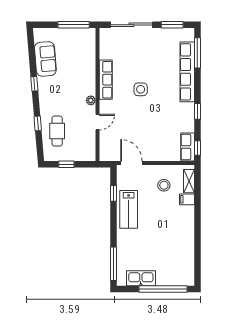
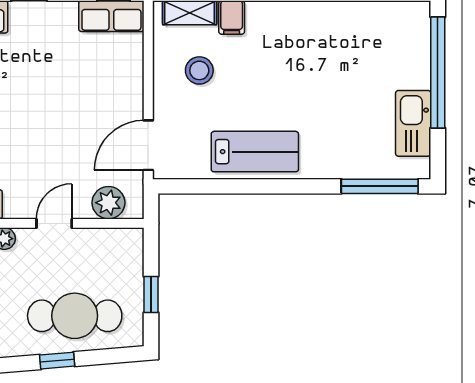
door: (97, 122) -> (54, 223), hinge flipped
cafe table: (57, 131) -> (75, 316), width x1.37, depth x1.35
plant: (106, 146) -> (108, 203), added
window: (113, 193) -> (218, 186), removed

